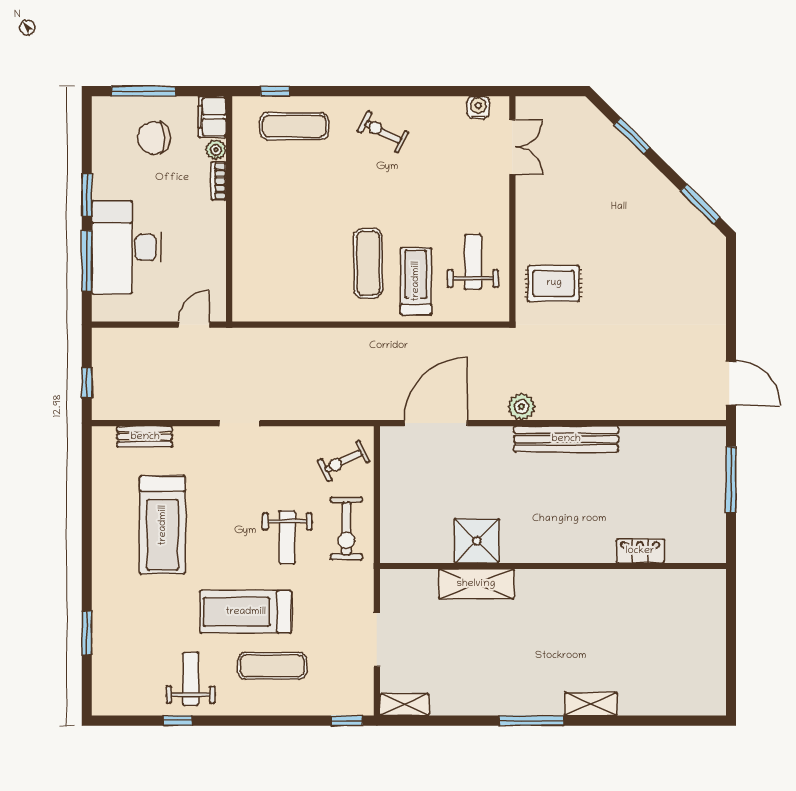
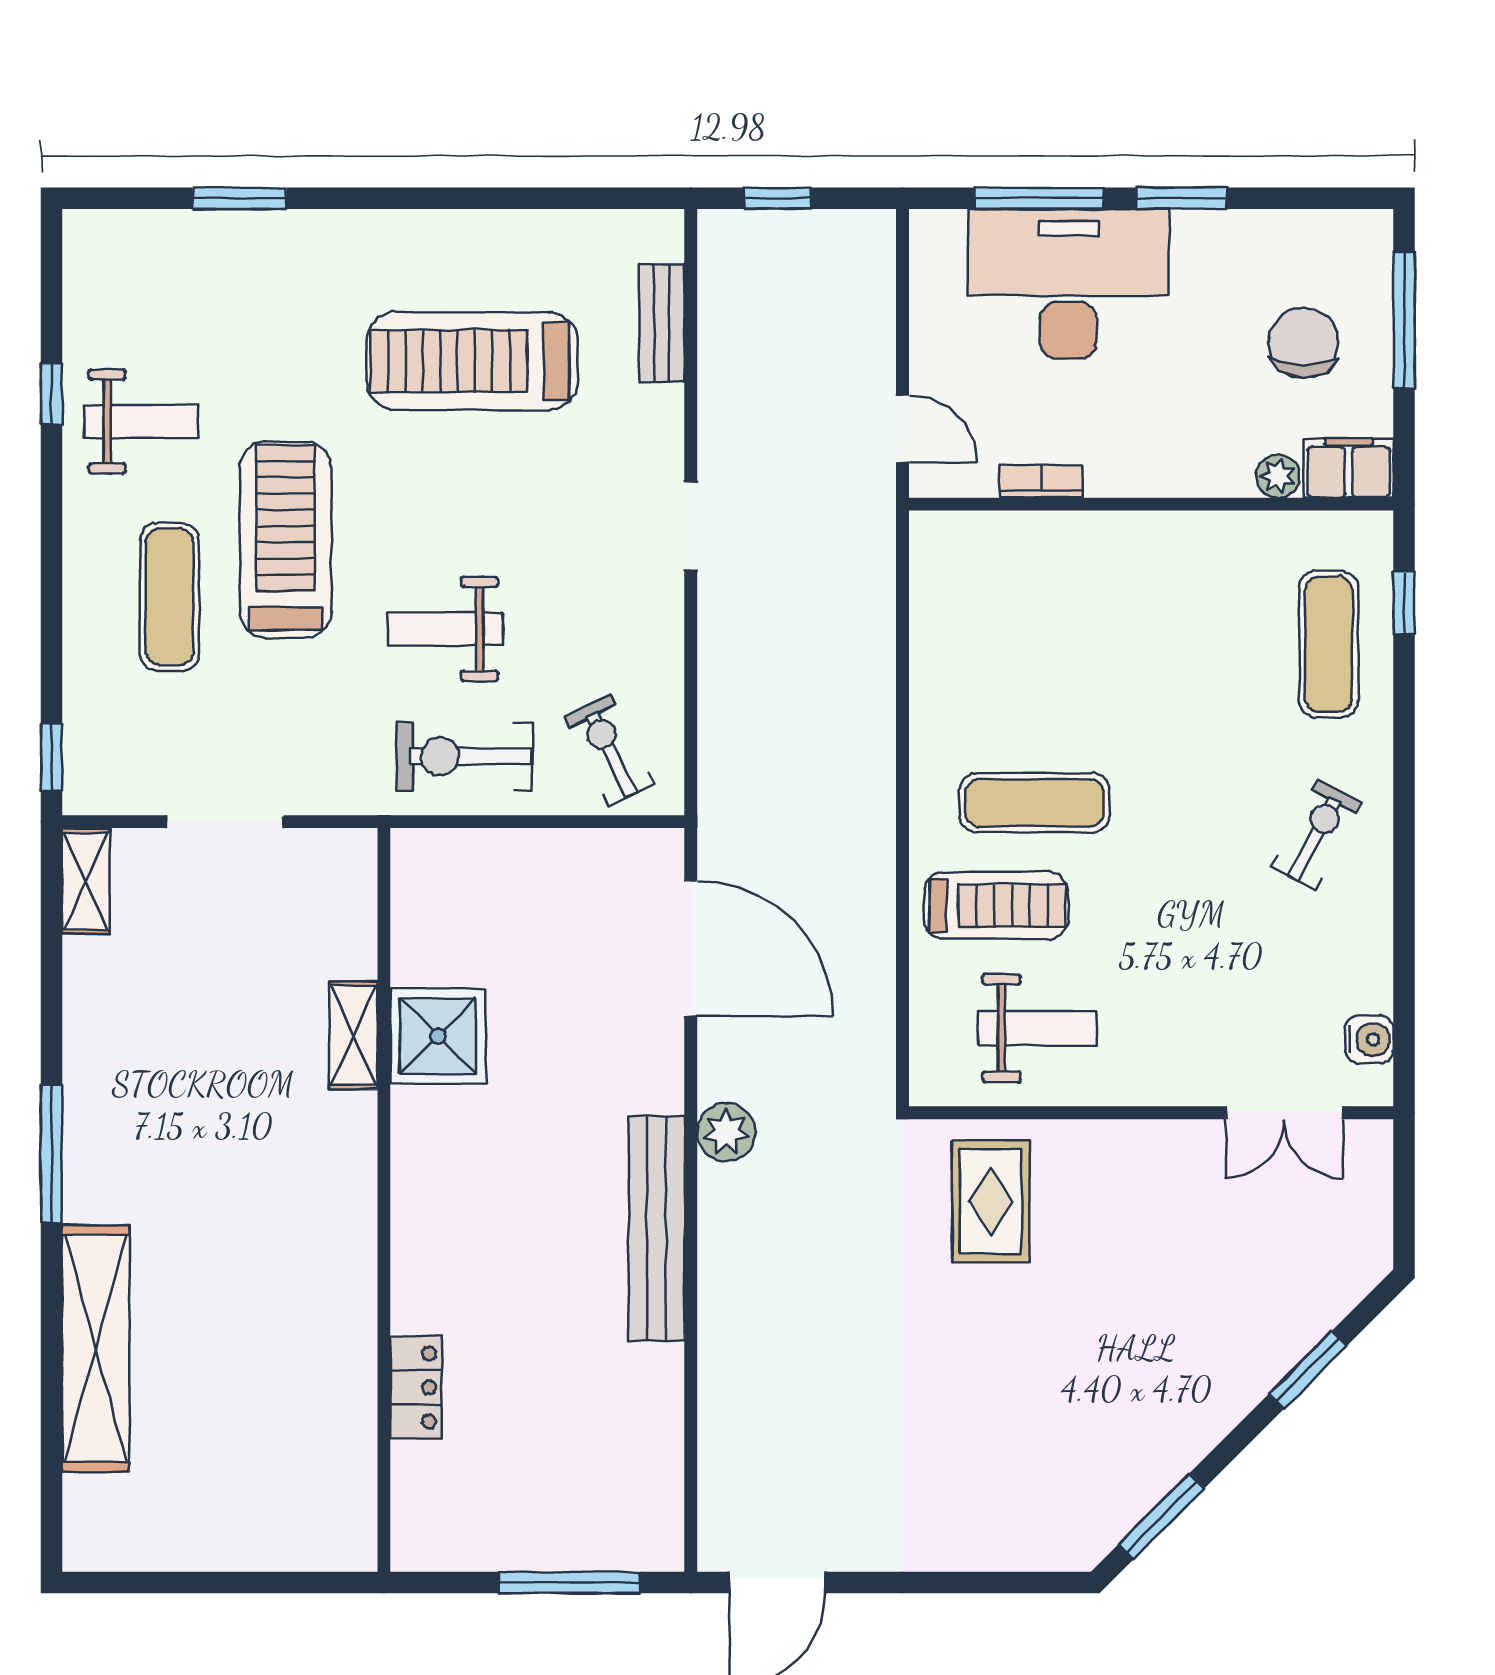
bookcase: (218, 181) -> (1041, 481), moved
shelving: (476, 584) -> (353, 1035), width x0.67, depth x0.75
shelving: (591, 704) -> (96, 1348), width x2.20, depth x1.33

